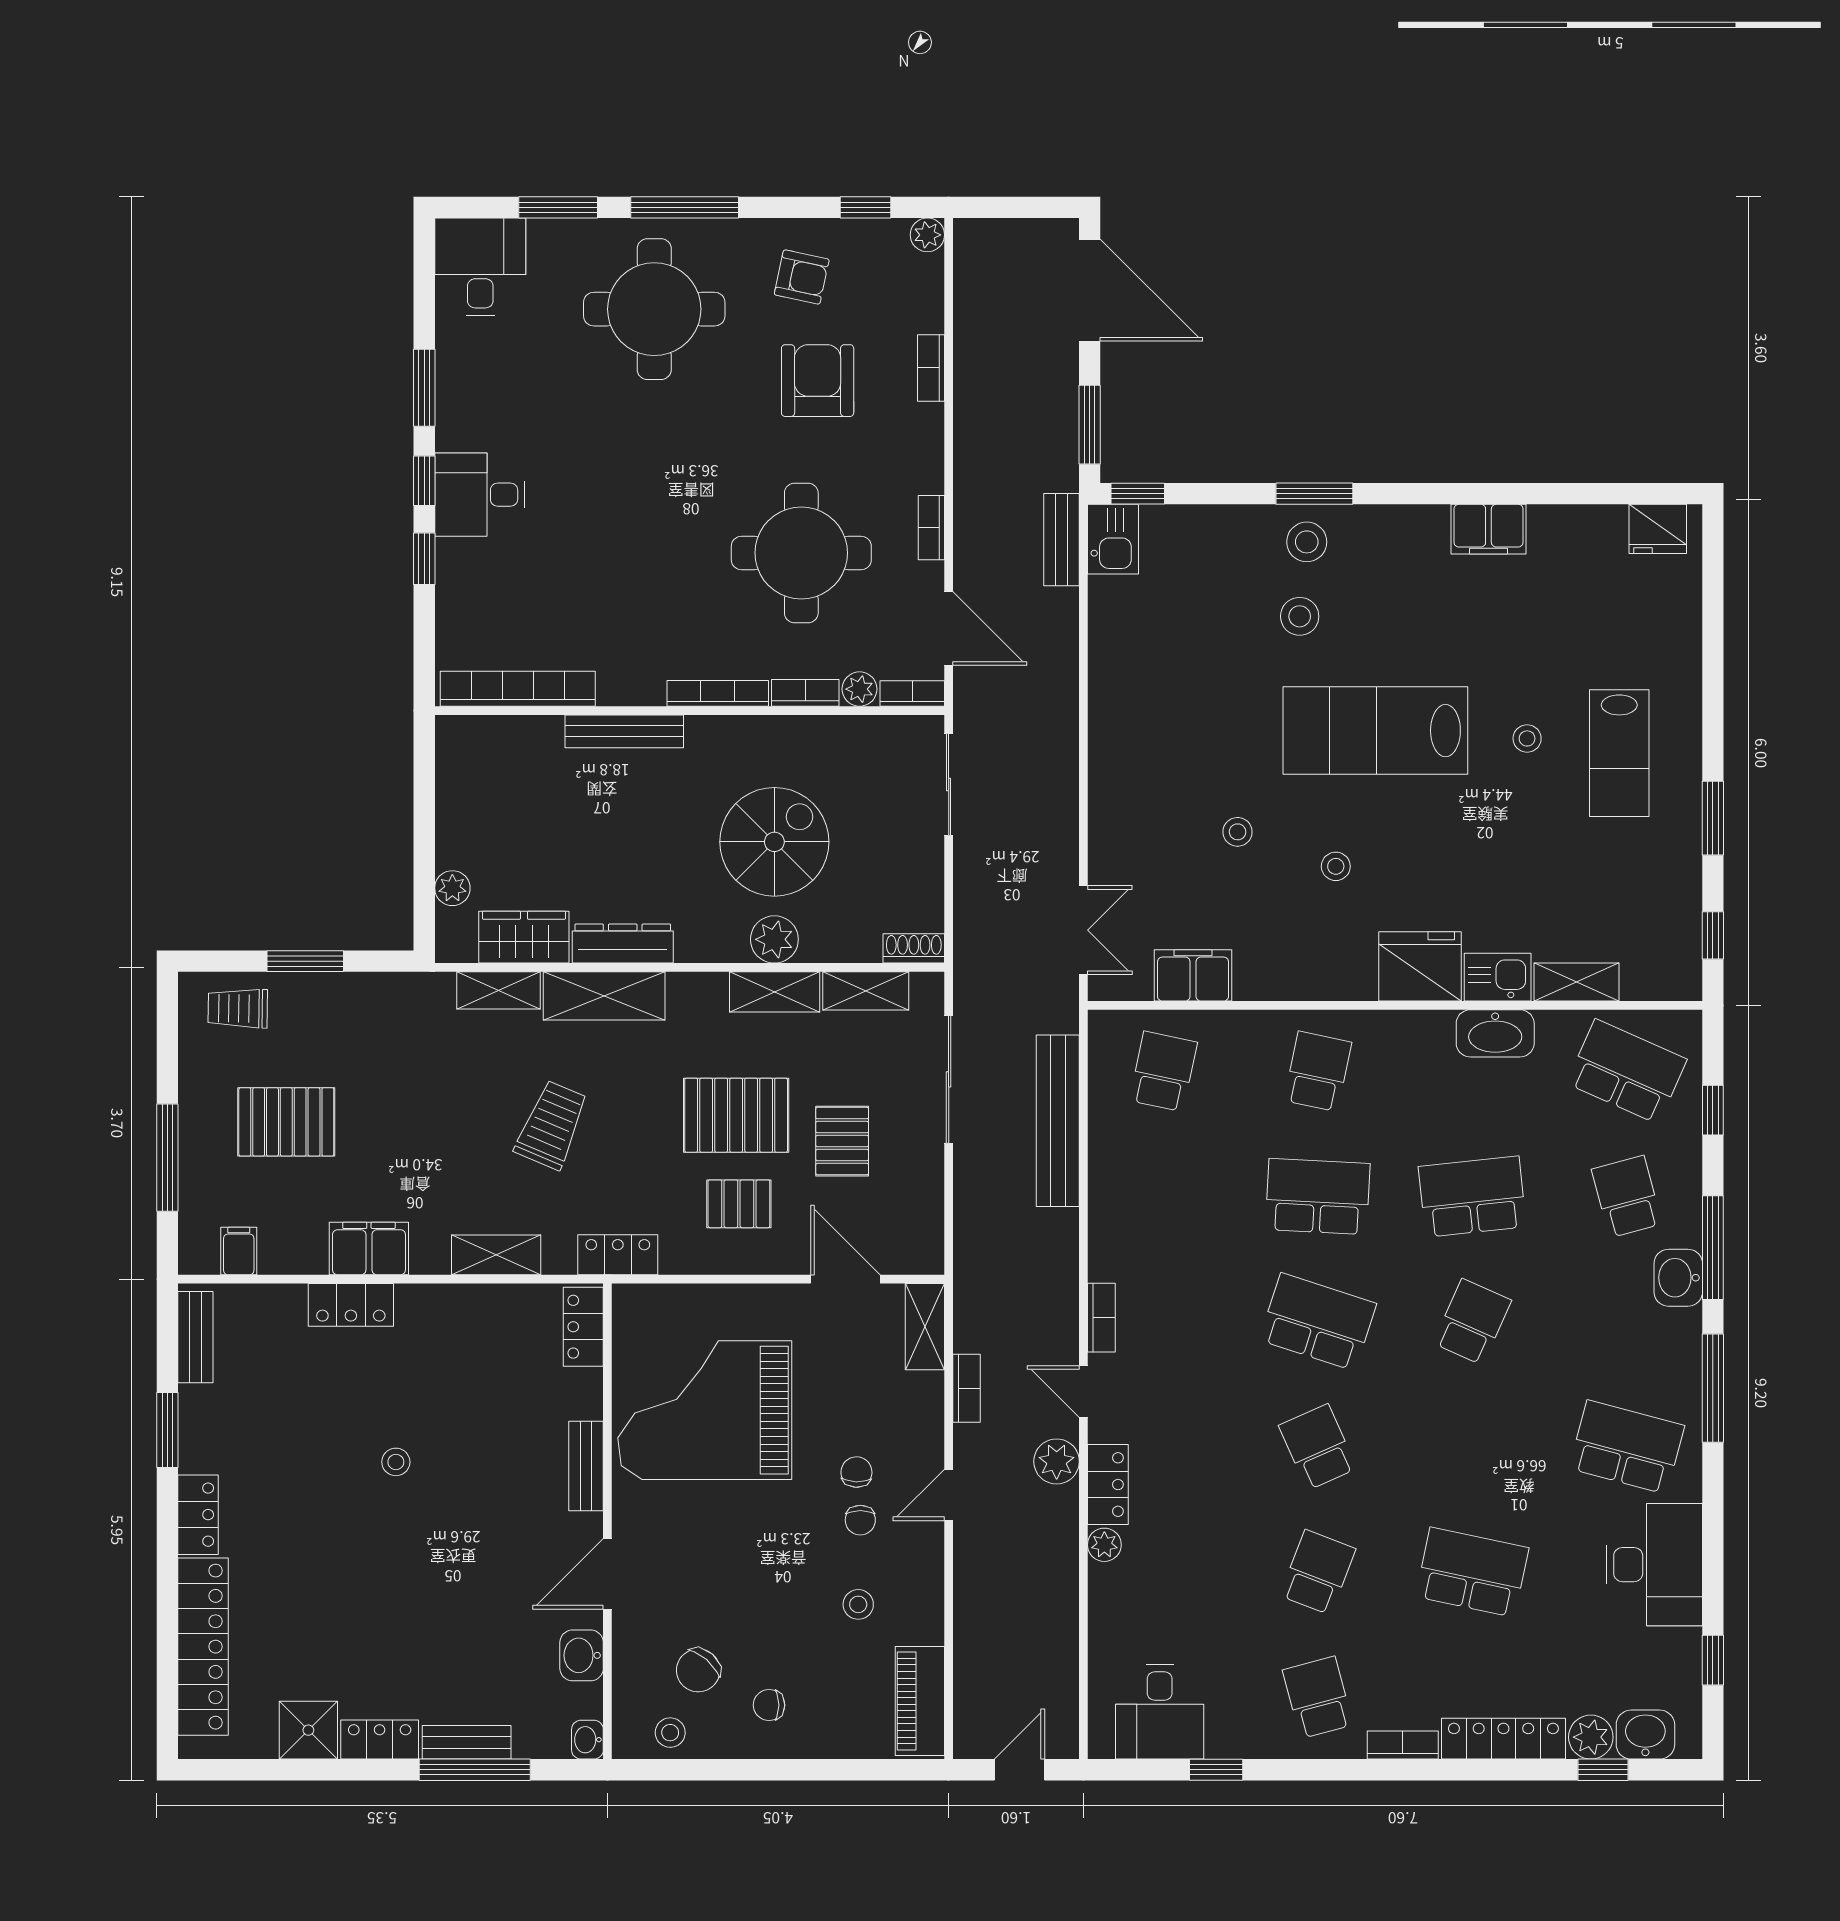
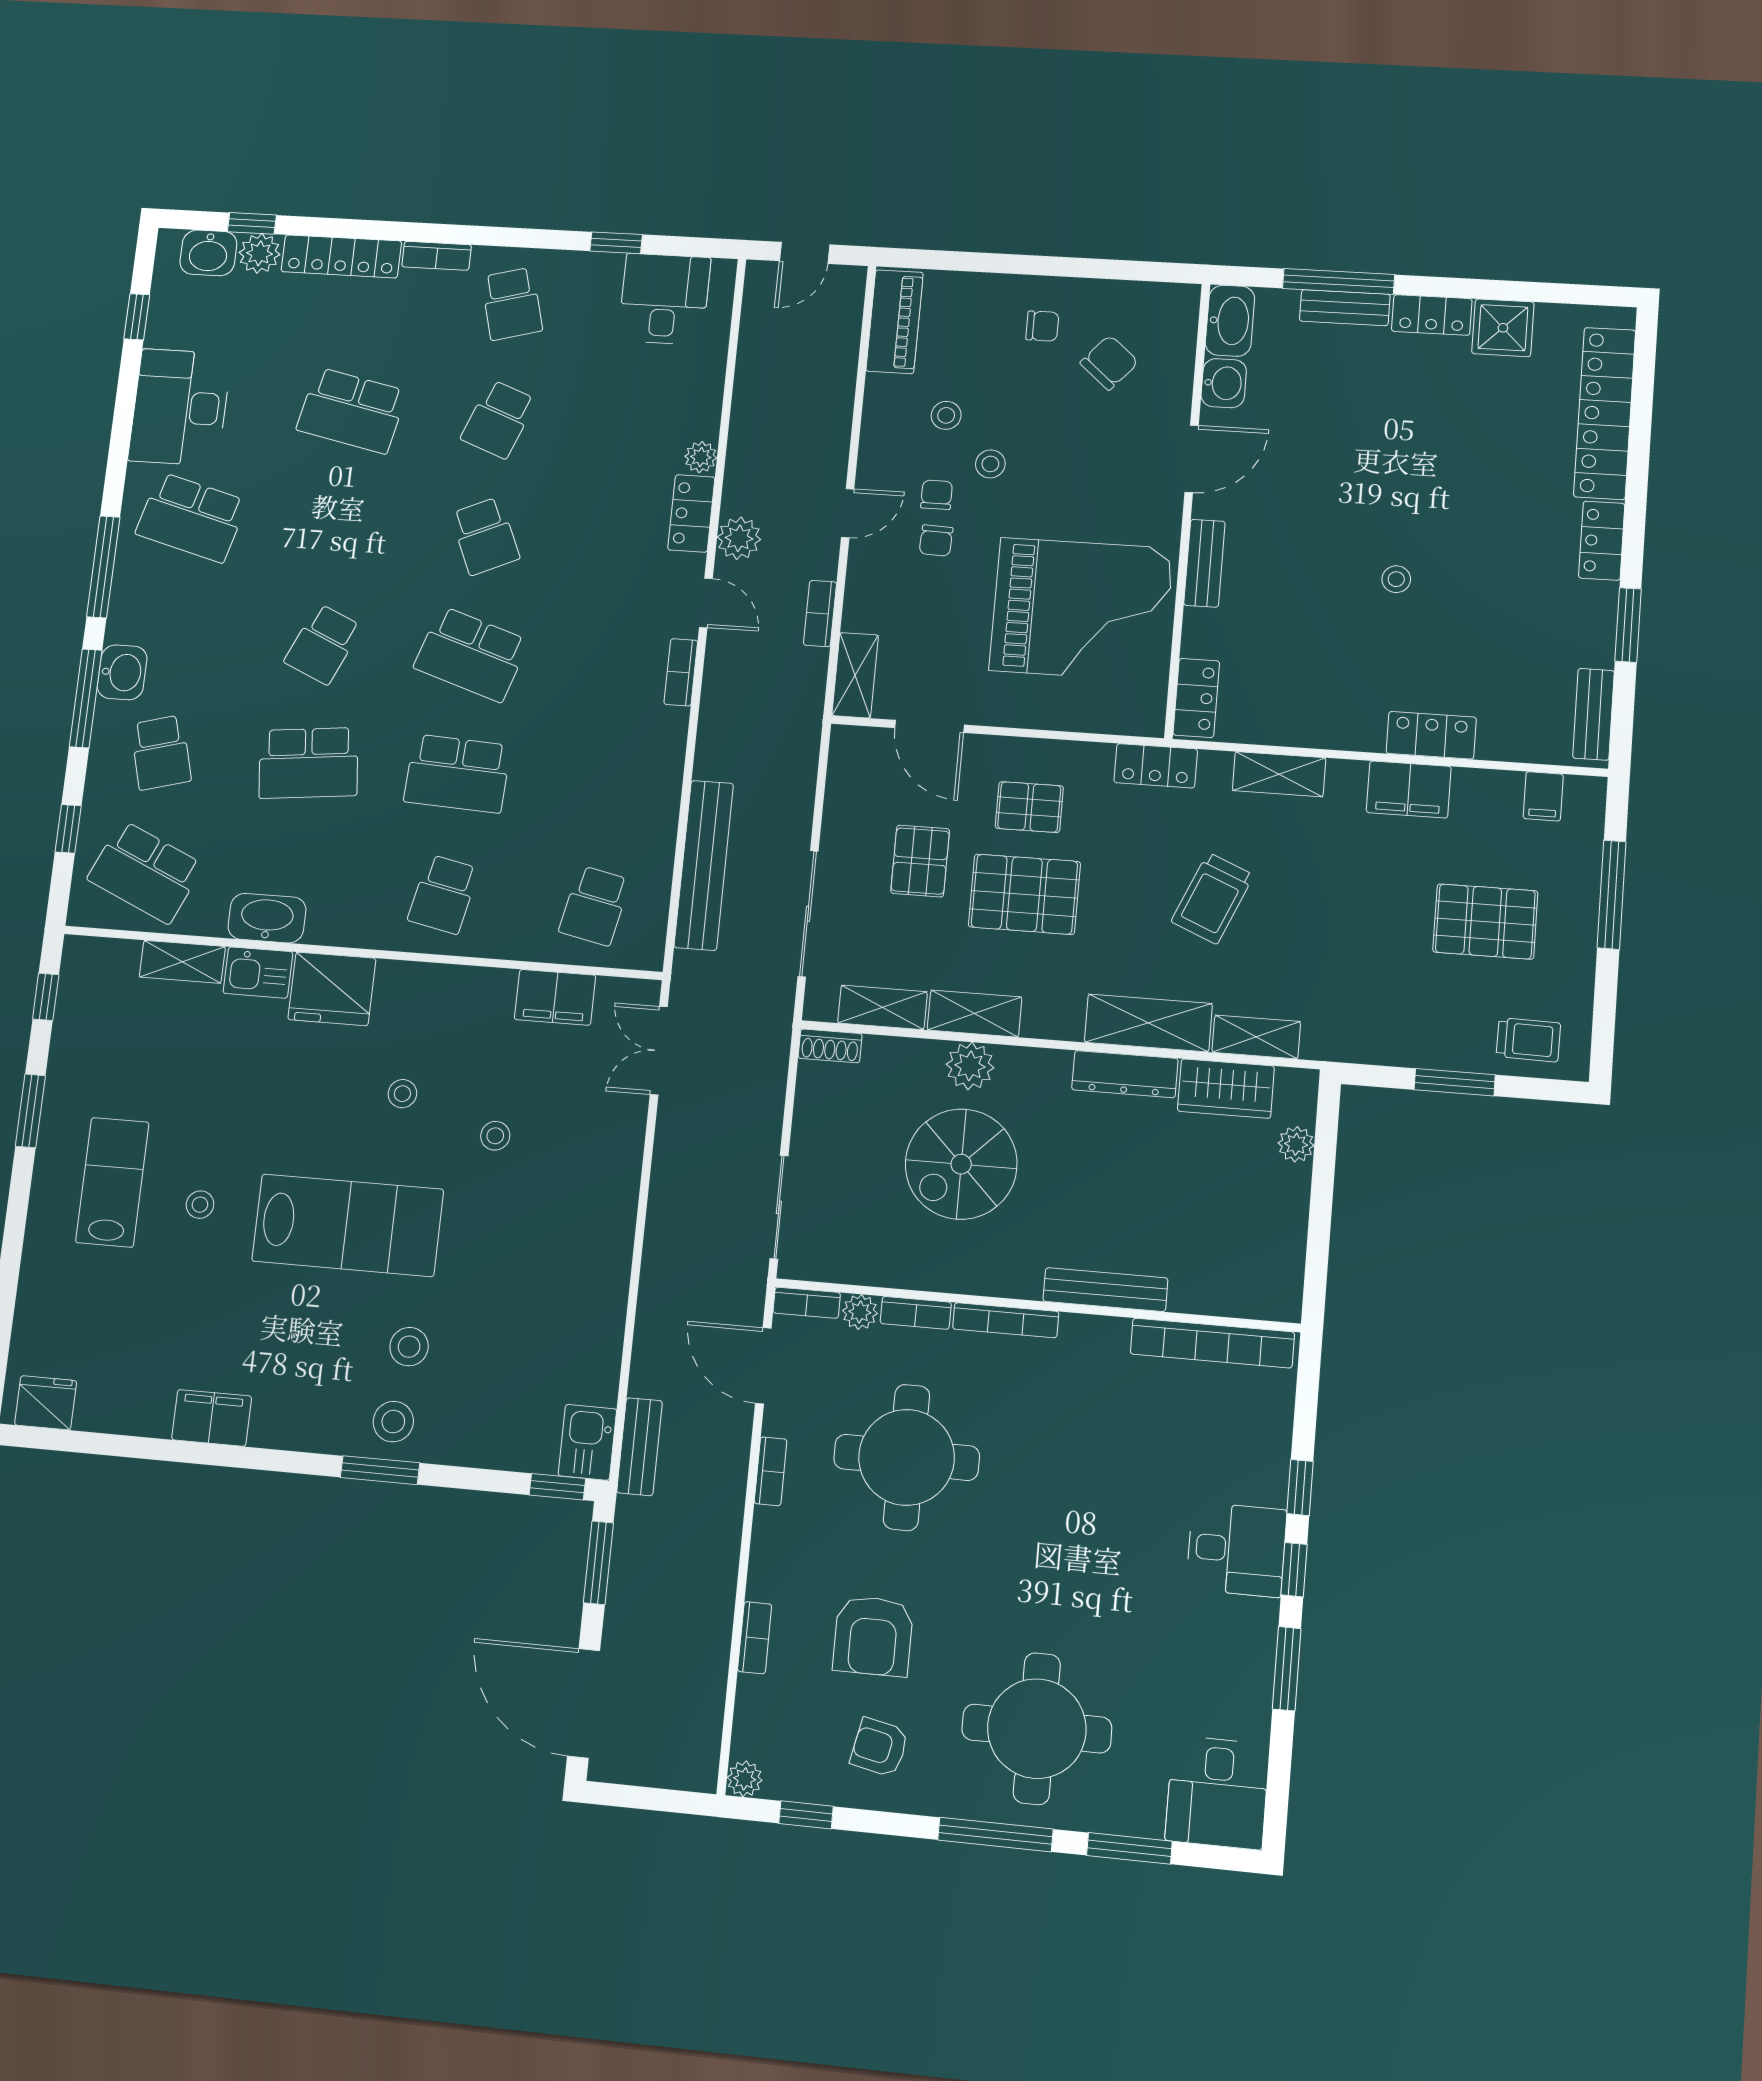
stool: (670, 1733) -> (990, 464), moved
washbasin: (587, 1740) -> (1230, 321), width x1.91, depth x1.45

